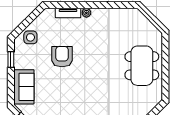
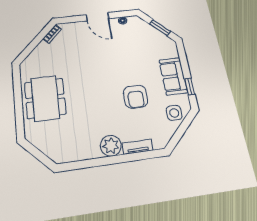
plant: (86, 13) -> (111, 146), width x1.88, depth x1.88
sofa: (24, 87) -> (173, 76), moved

